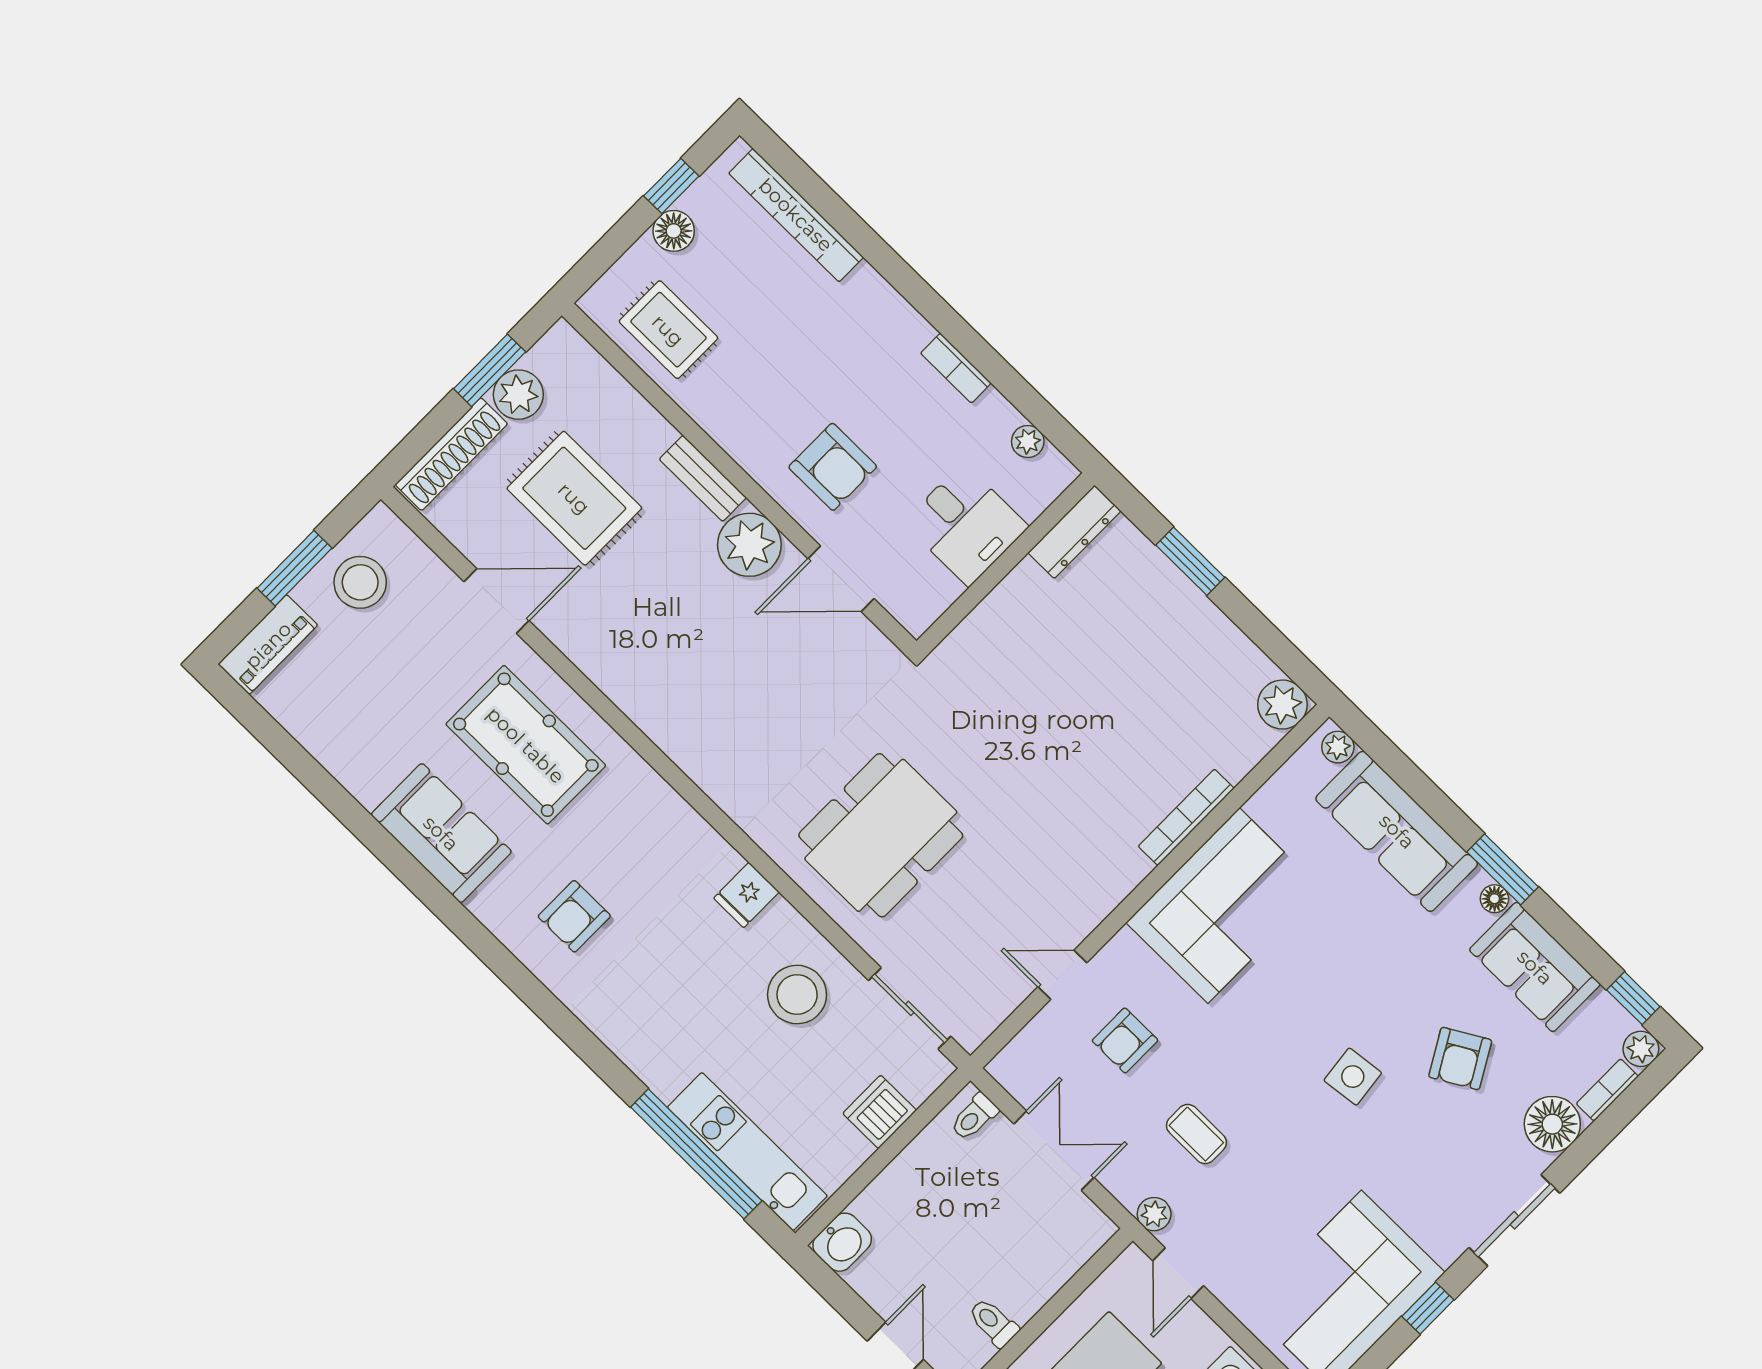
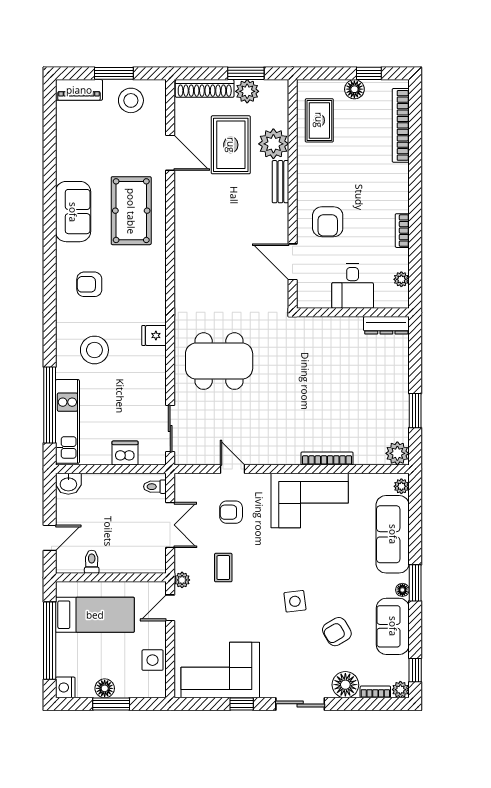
plant: (749, 545) -> (273, 144), moved
window: (1190, 561) -> (415, 411), moved
stool: (797, 994) -> (94, 350), moved

